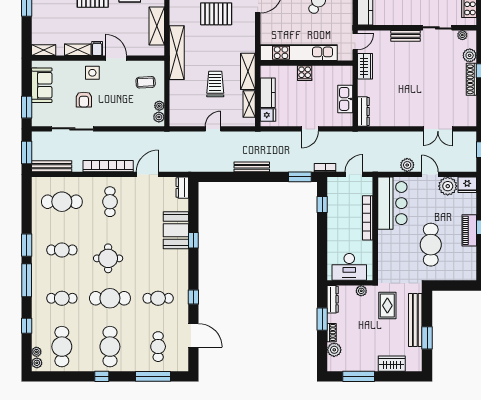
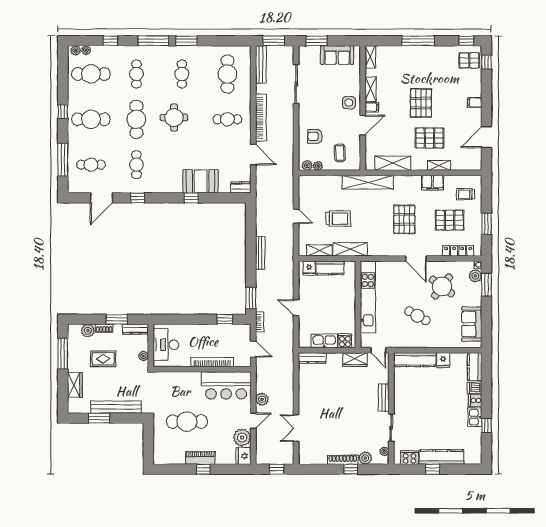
cooker: (305, 73) -> (345, 341), moved, turned 90
armchair: (84, 100) -> (315, 136), moved
rug: (387, 306) -> (103, 359), moved

